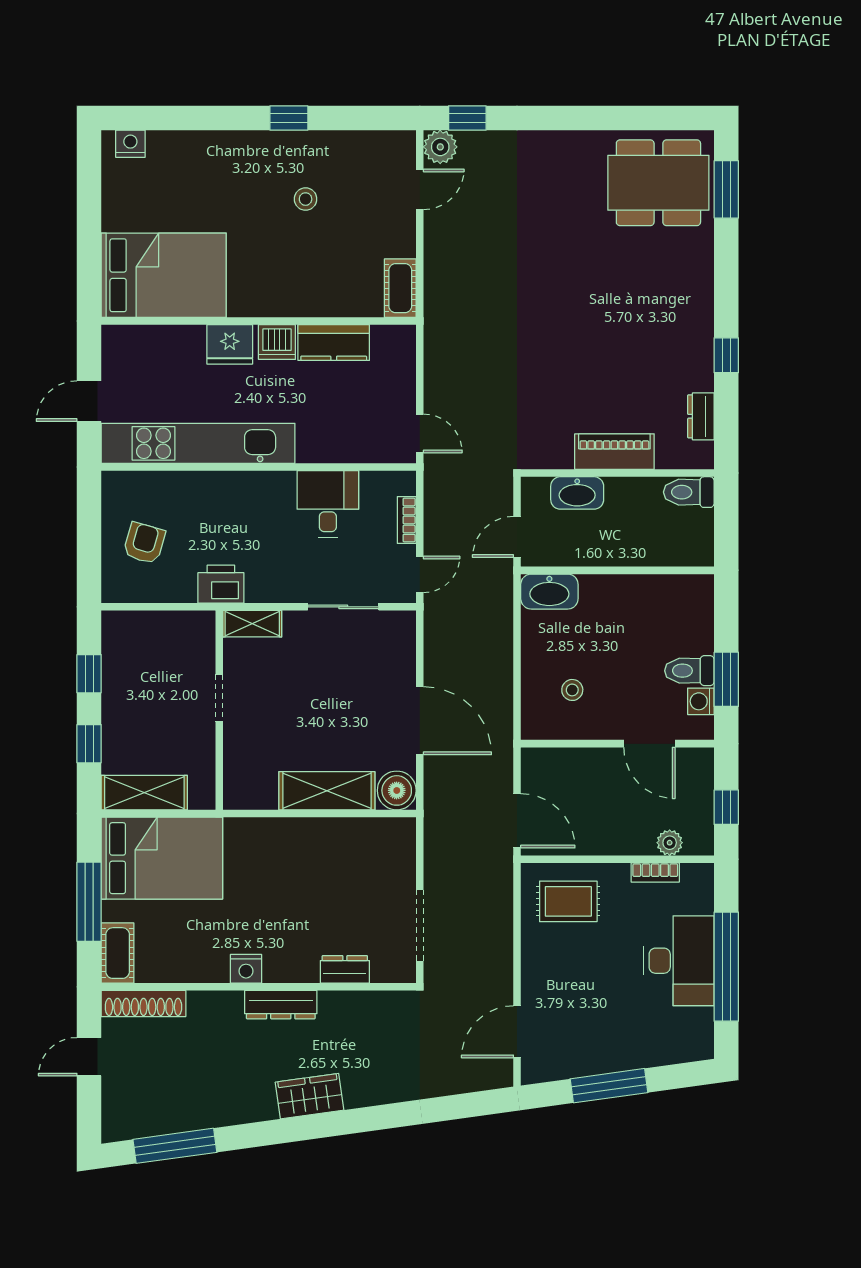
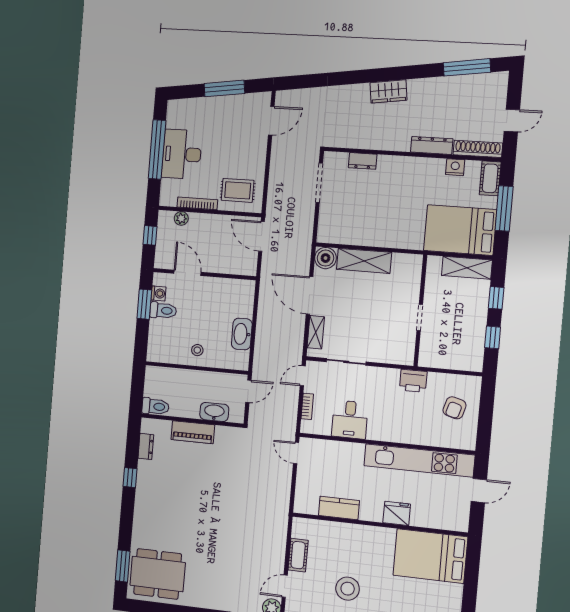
stool: (306, 199) -> (348, 589), width x1.89, depth x1.89
cot: (400, 288) -> (298, 555), moved
dishwasher: (277, 342) -> (370, 512), removed
washbasin: (549, 592) -> (242, 334), moved, turned -90
shelving: (252, 624) -> (316, 332), moved, turned 90
stool: (572, 690) -> (197, 350), moved
bookcase: (655, 872) -> (197, 203), width x1.56
nightstand: (246, 969) -> (455, 167), moved
dresser: (281, 1005) -> (432, 145), moved

